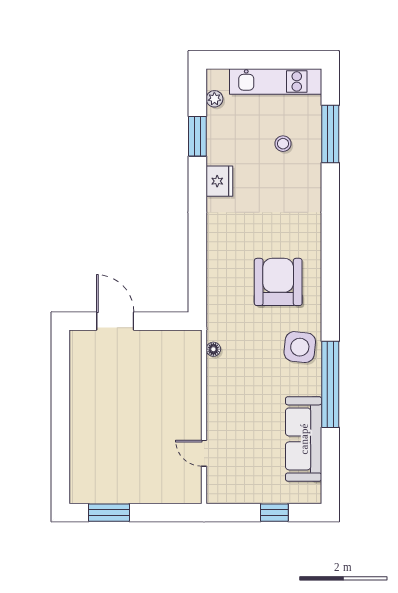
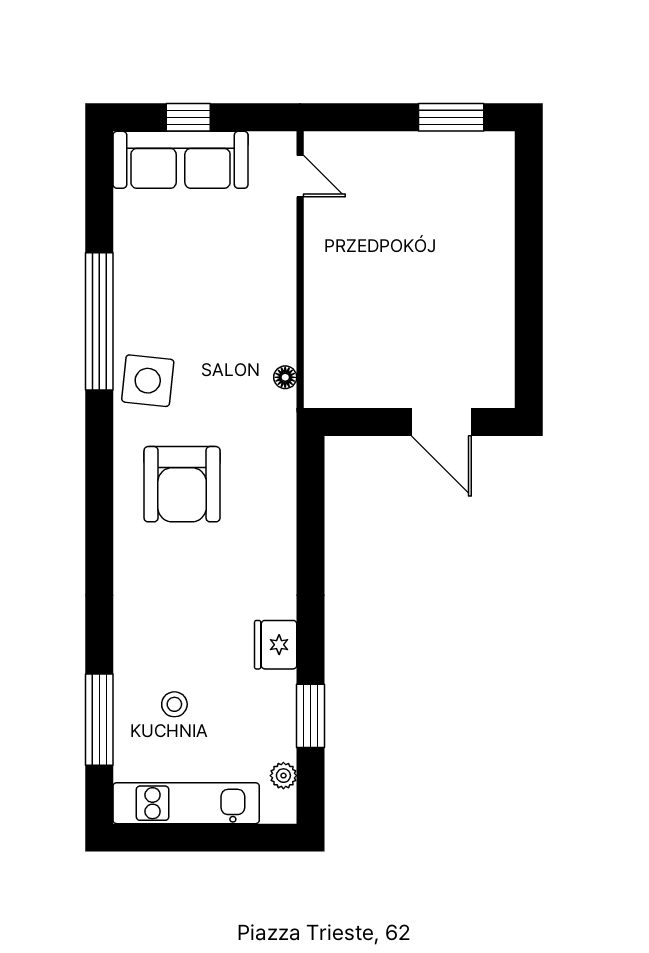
sofa: (304, 439) -> (181, 160), moved, turned 90
door: (204, 453) -> (300, 176), moved

